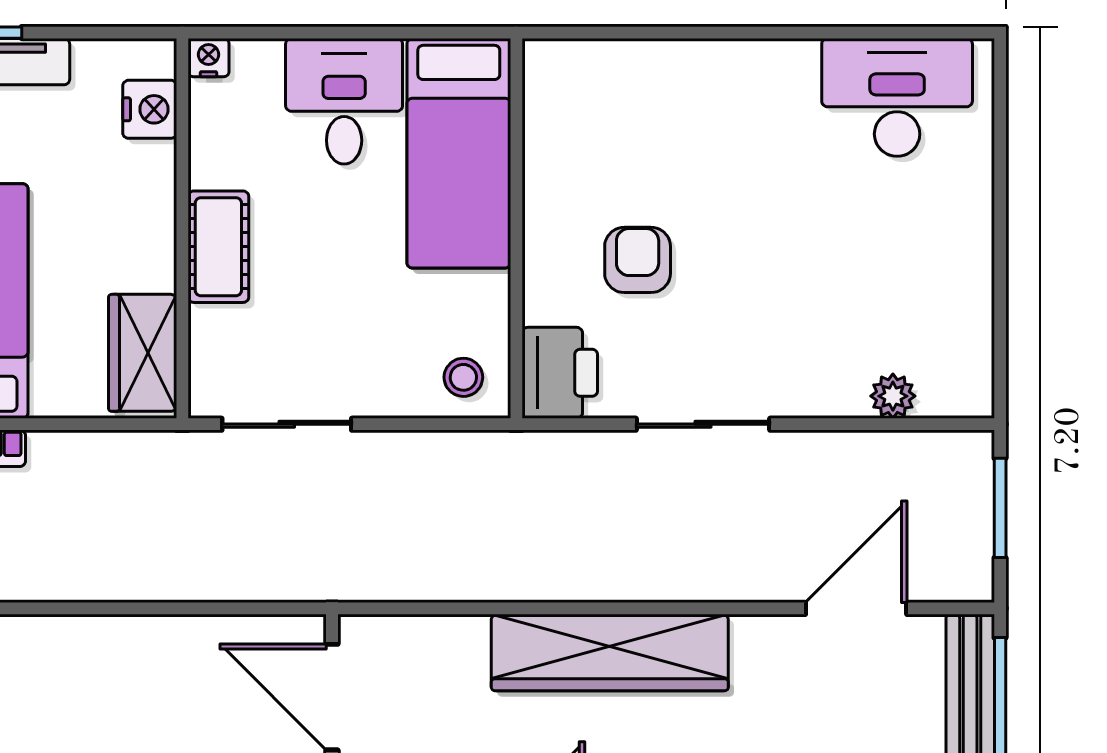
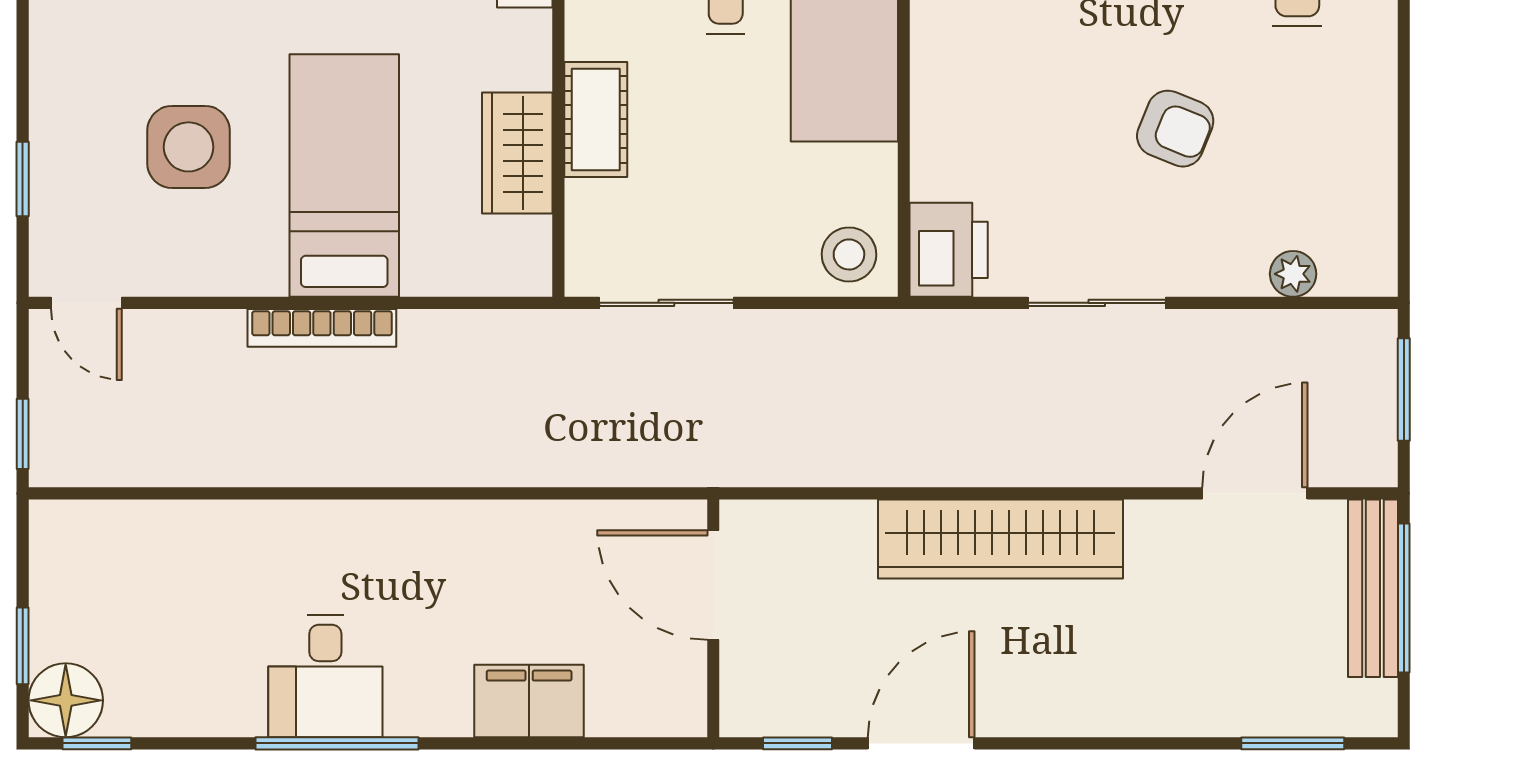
armchair: (638, 260) -> (1175, 129), moved, turned 112
wardrobe: (143, 353) -> (517, 153), moved
stool: (463, 377) -> (849, 254), width x1.37, depth x1.37

